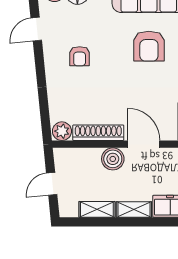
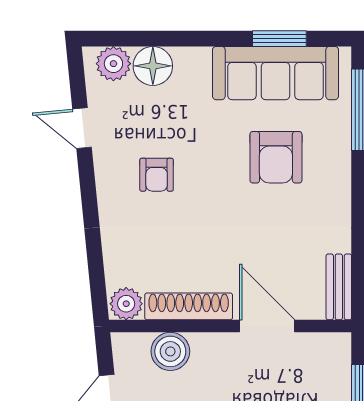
door: (36, 29) -> (82, 128), hinge flipped
boiler: (113, 159) -> (170, 351), moved

